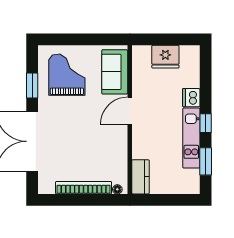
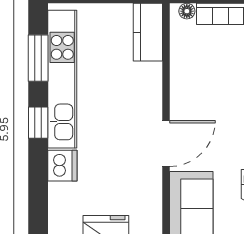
kitchen unit: (191, 138) -> (62, 79), width x1.36

